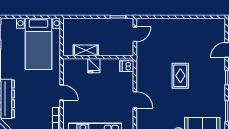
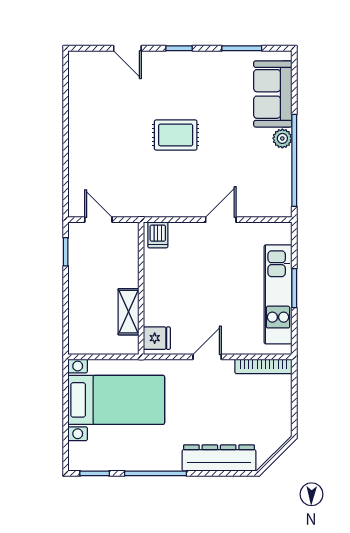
fridge: (94, 66) -> (157, 338), moved

